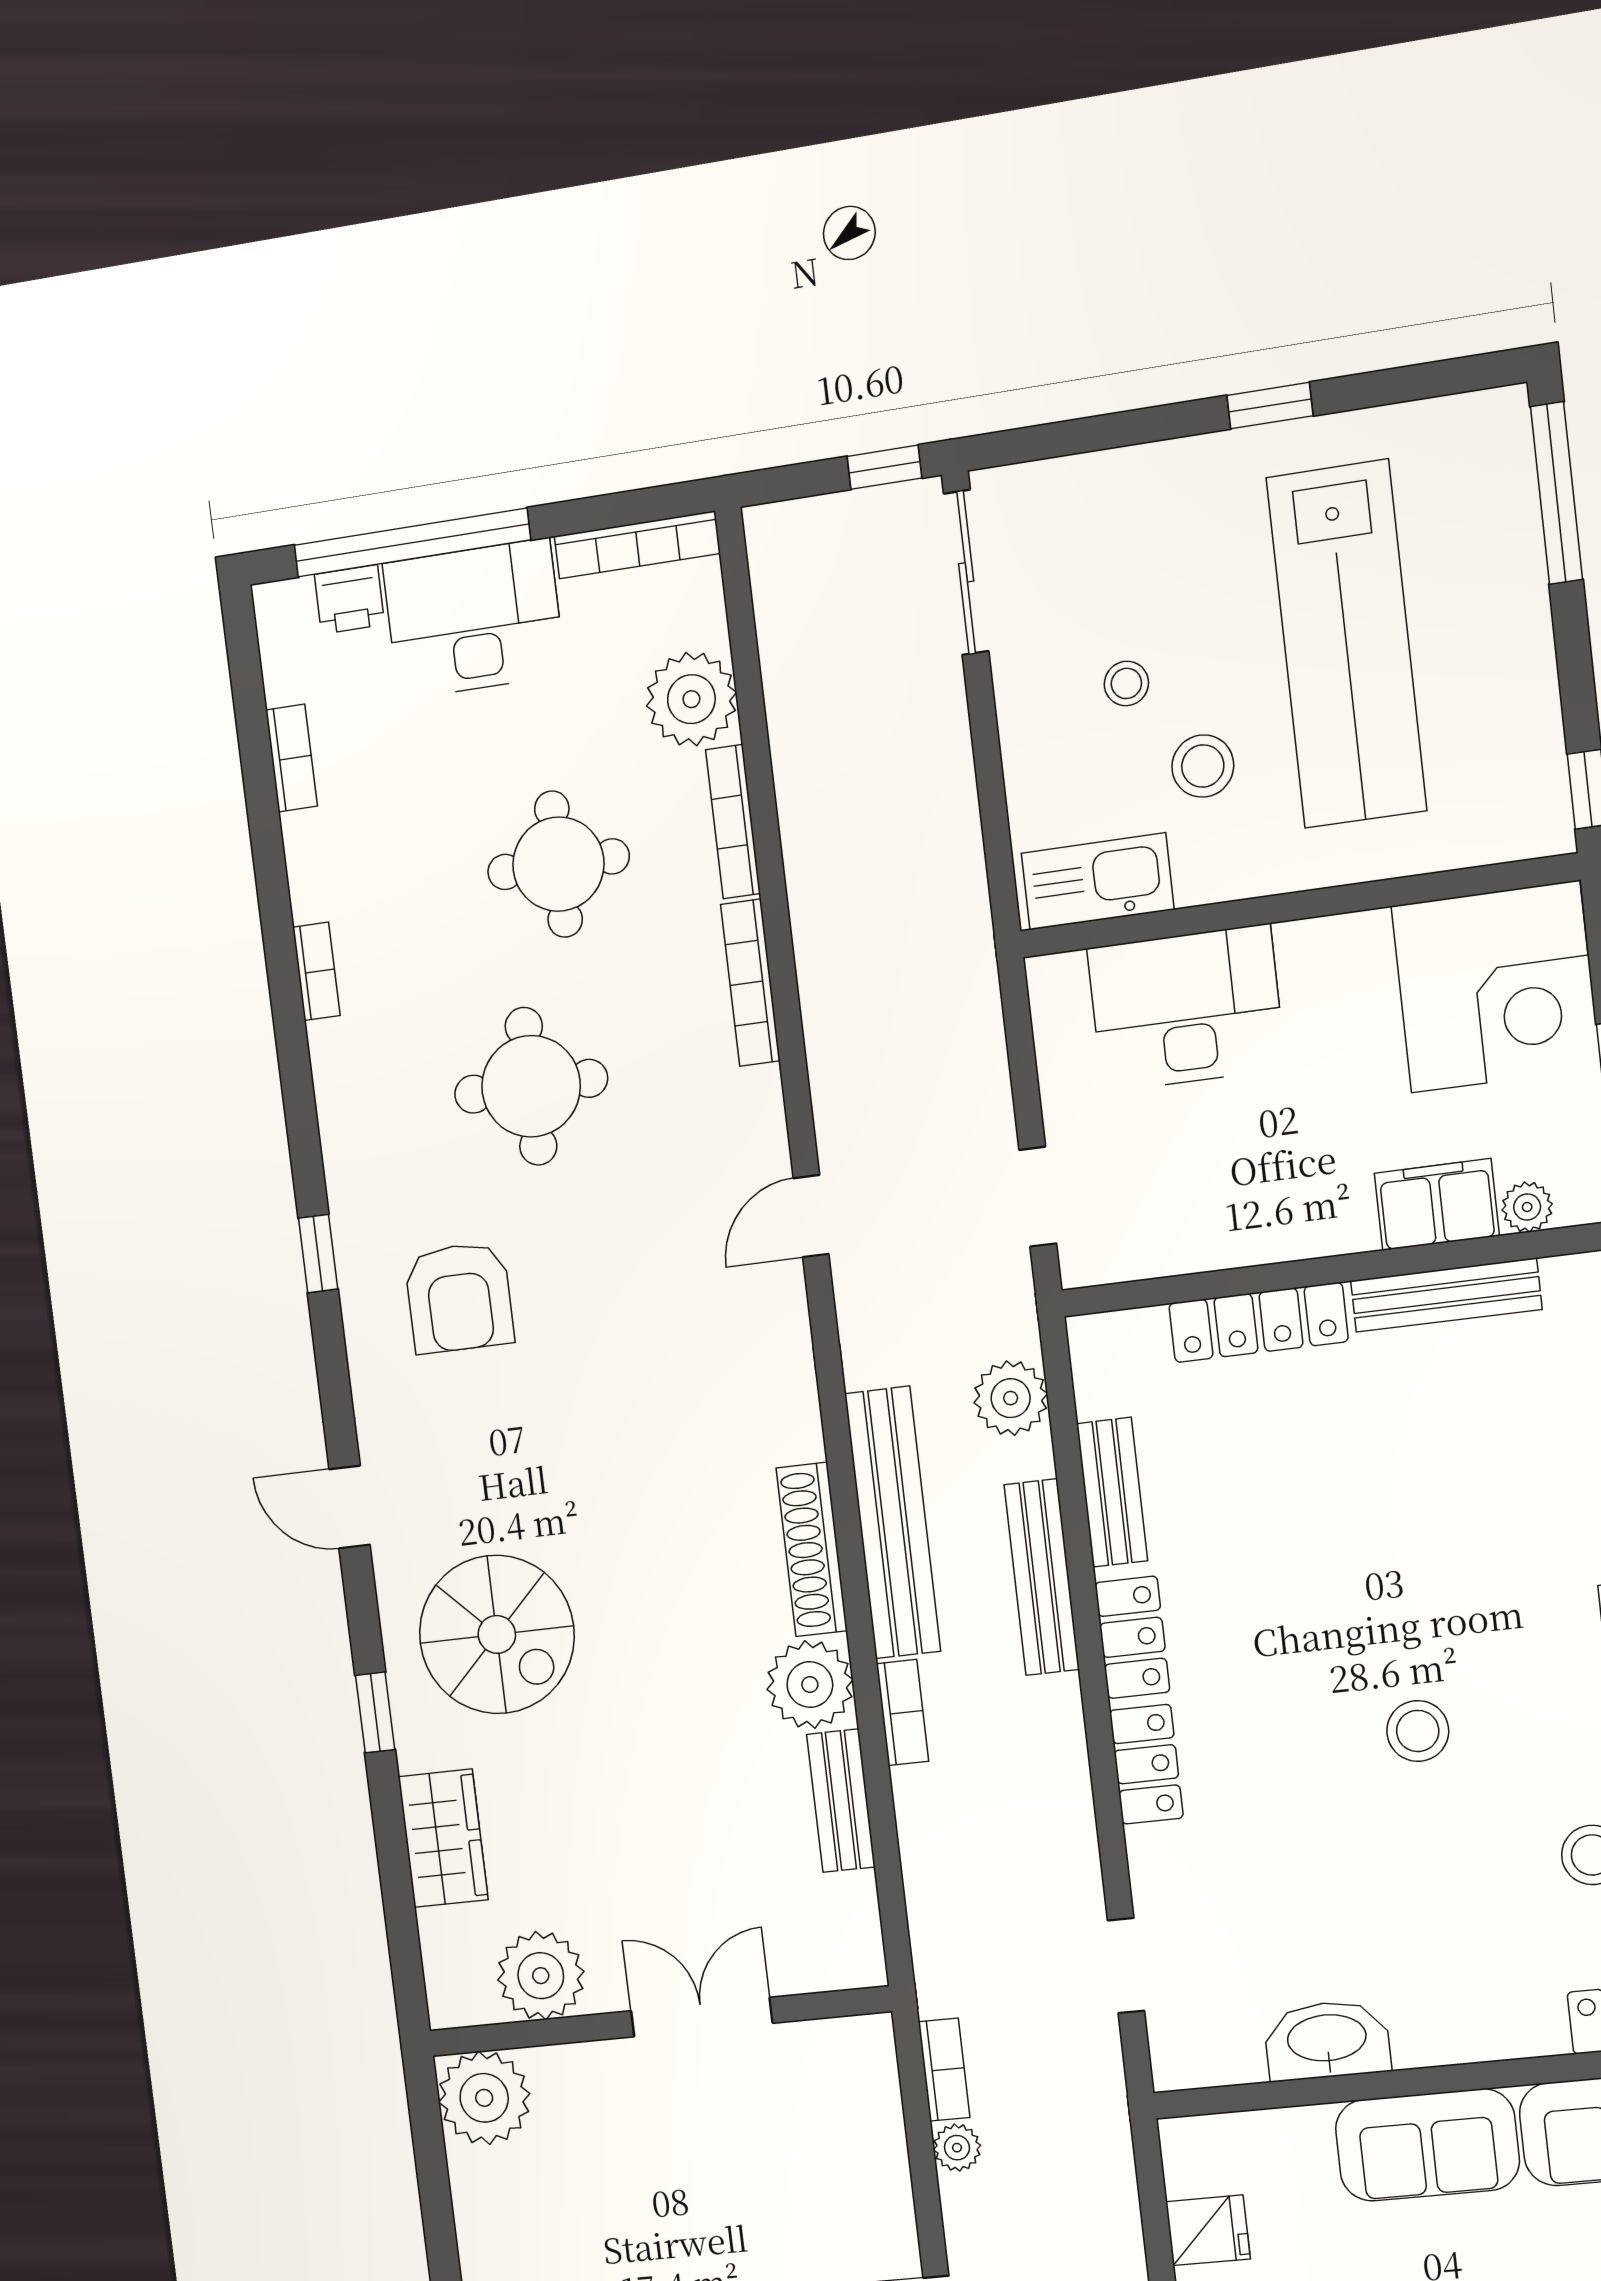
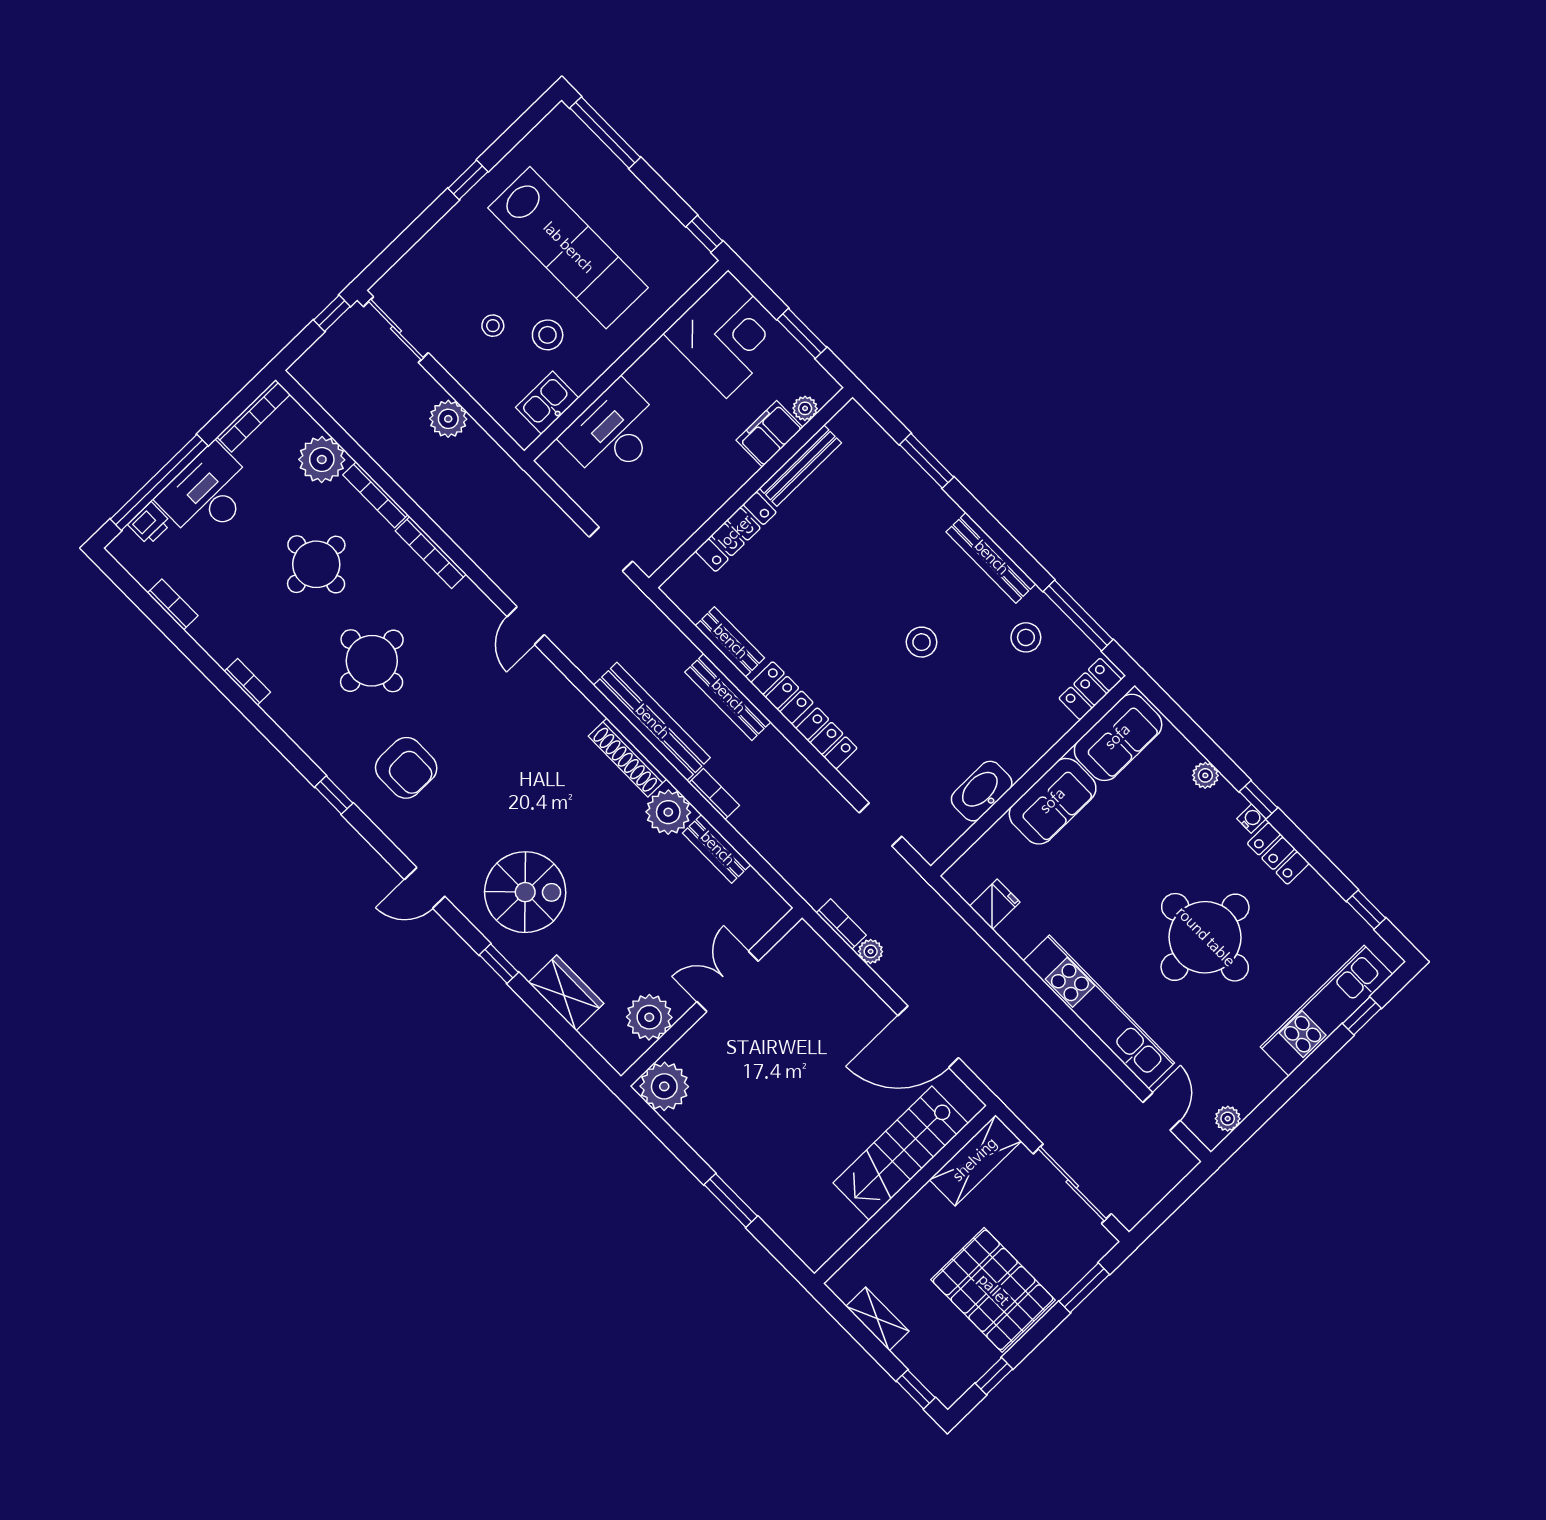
kitchen sink: (1098, 881) -> (547, 403), width x0.73
plant: (1011, 1398) -> (448, 419), moved

